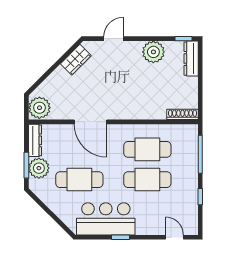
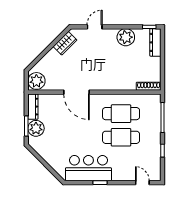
cafe table: (79, 180) -> (68, 137), removed

